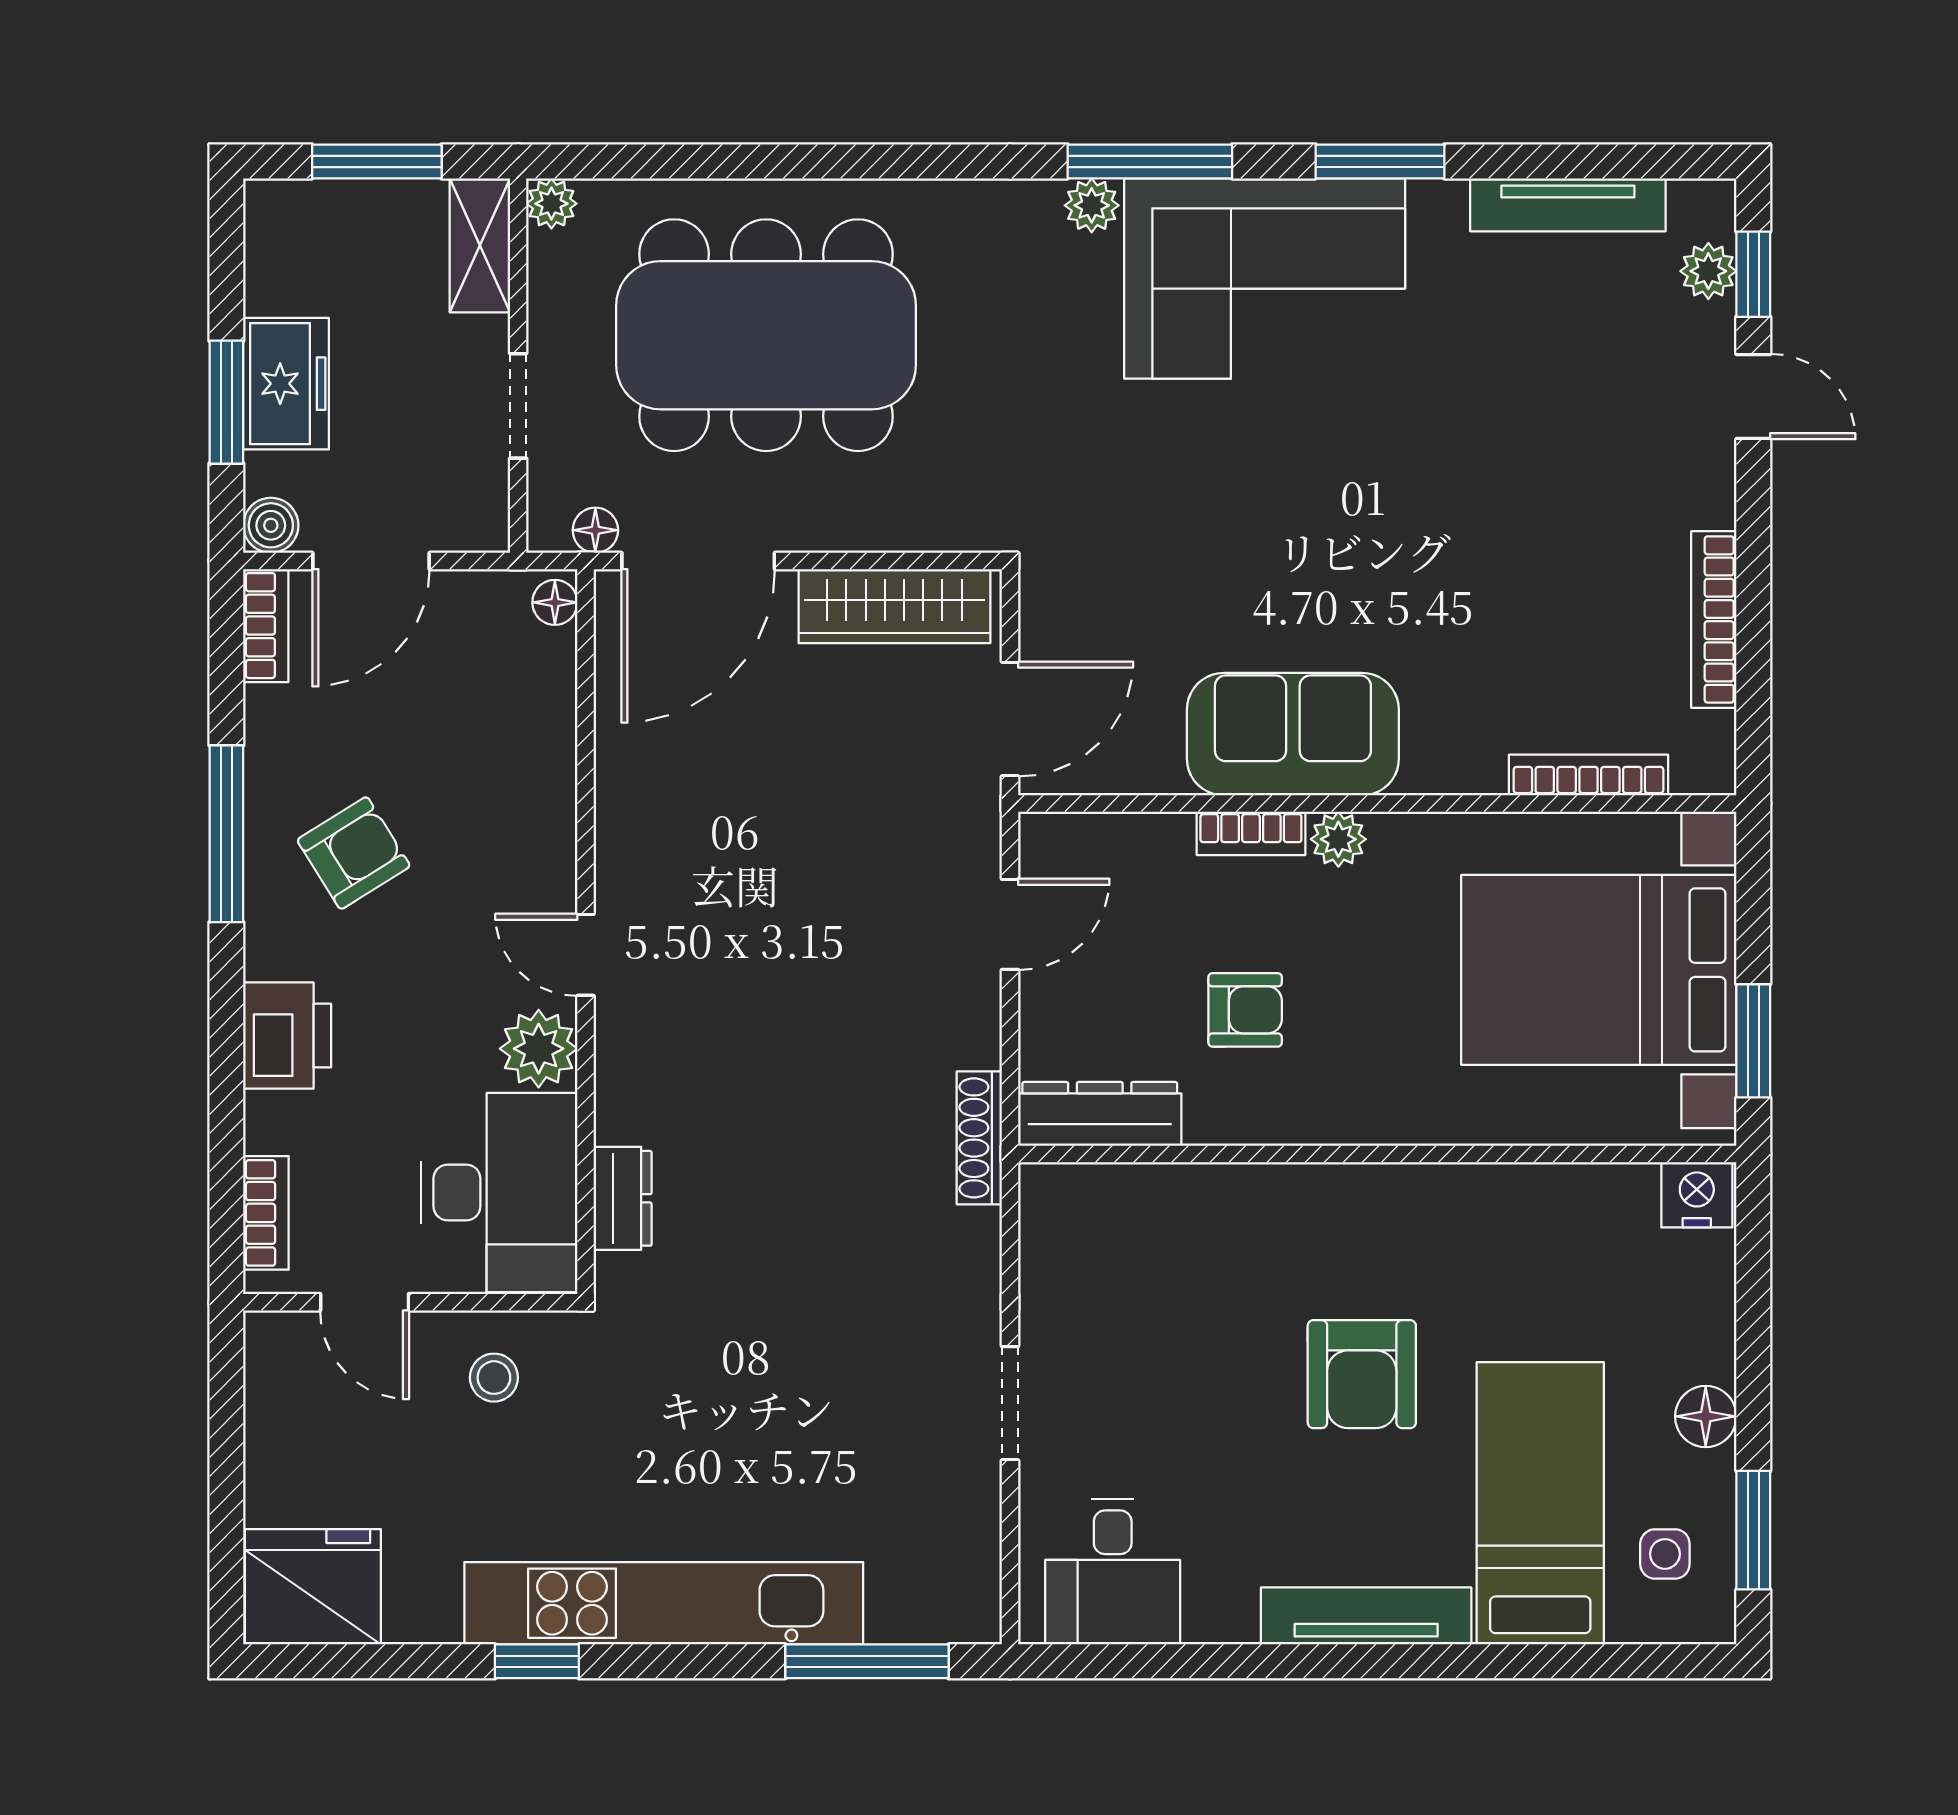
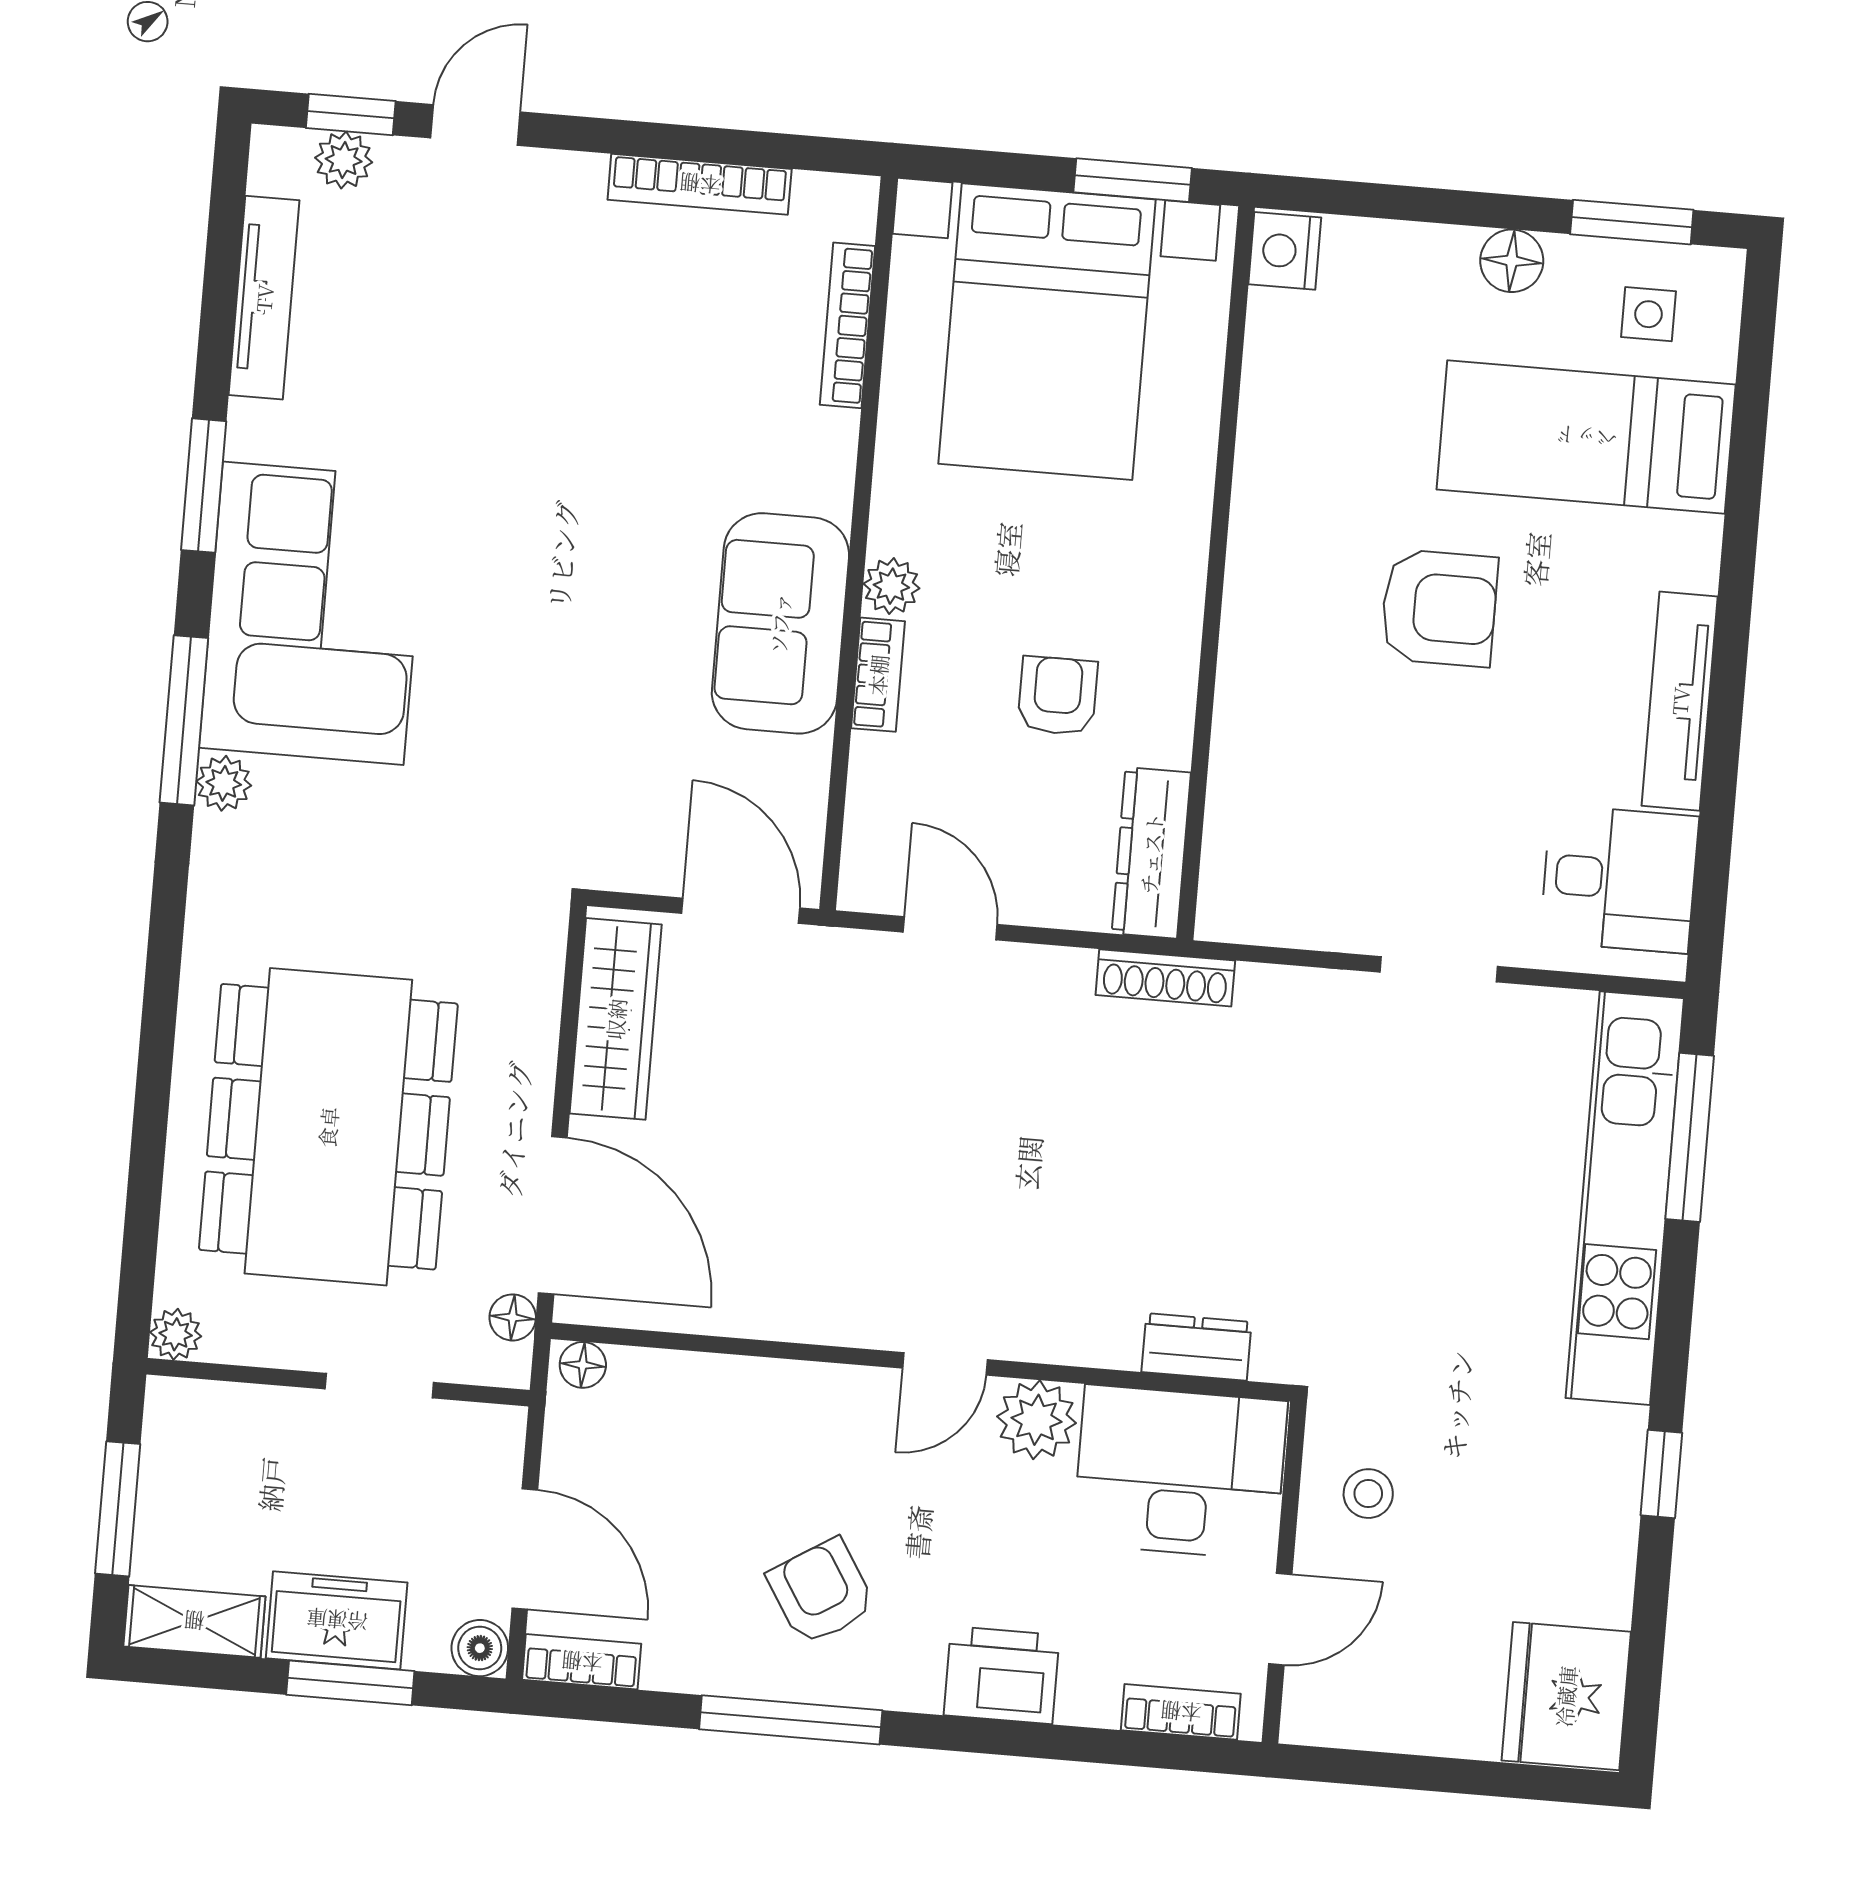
shelving: (480, 245) -> (194, 1621), moved
kitchen unit: (664, 1603) -> (1625, 1198), moved
tv unit: (1366, 1616) -> (1680, 701), moved

